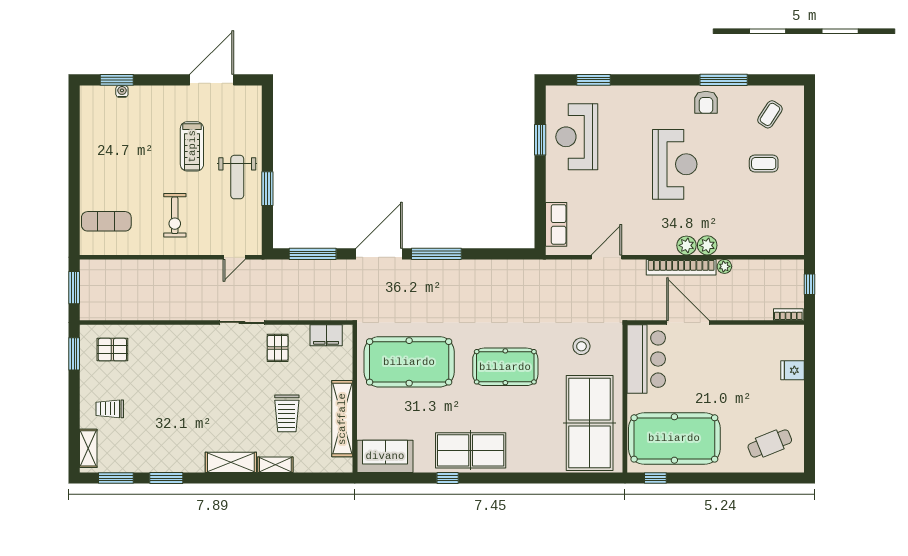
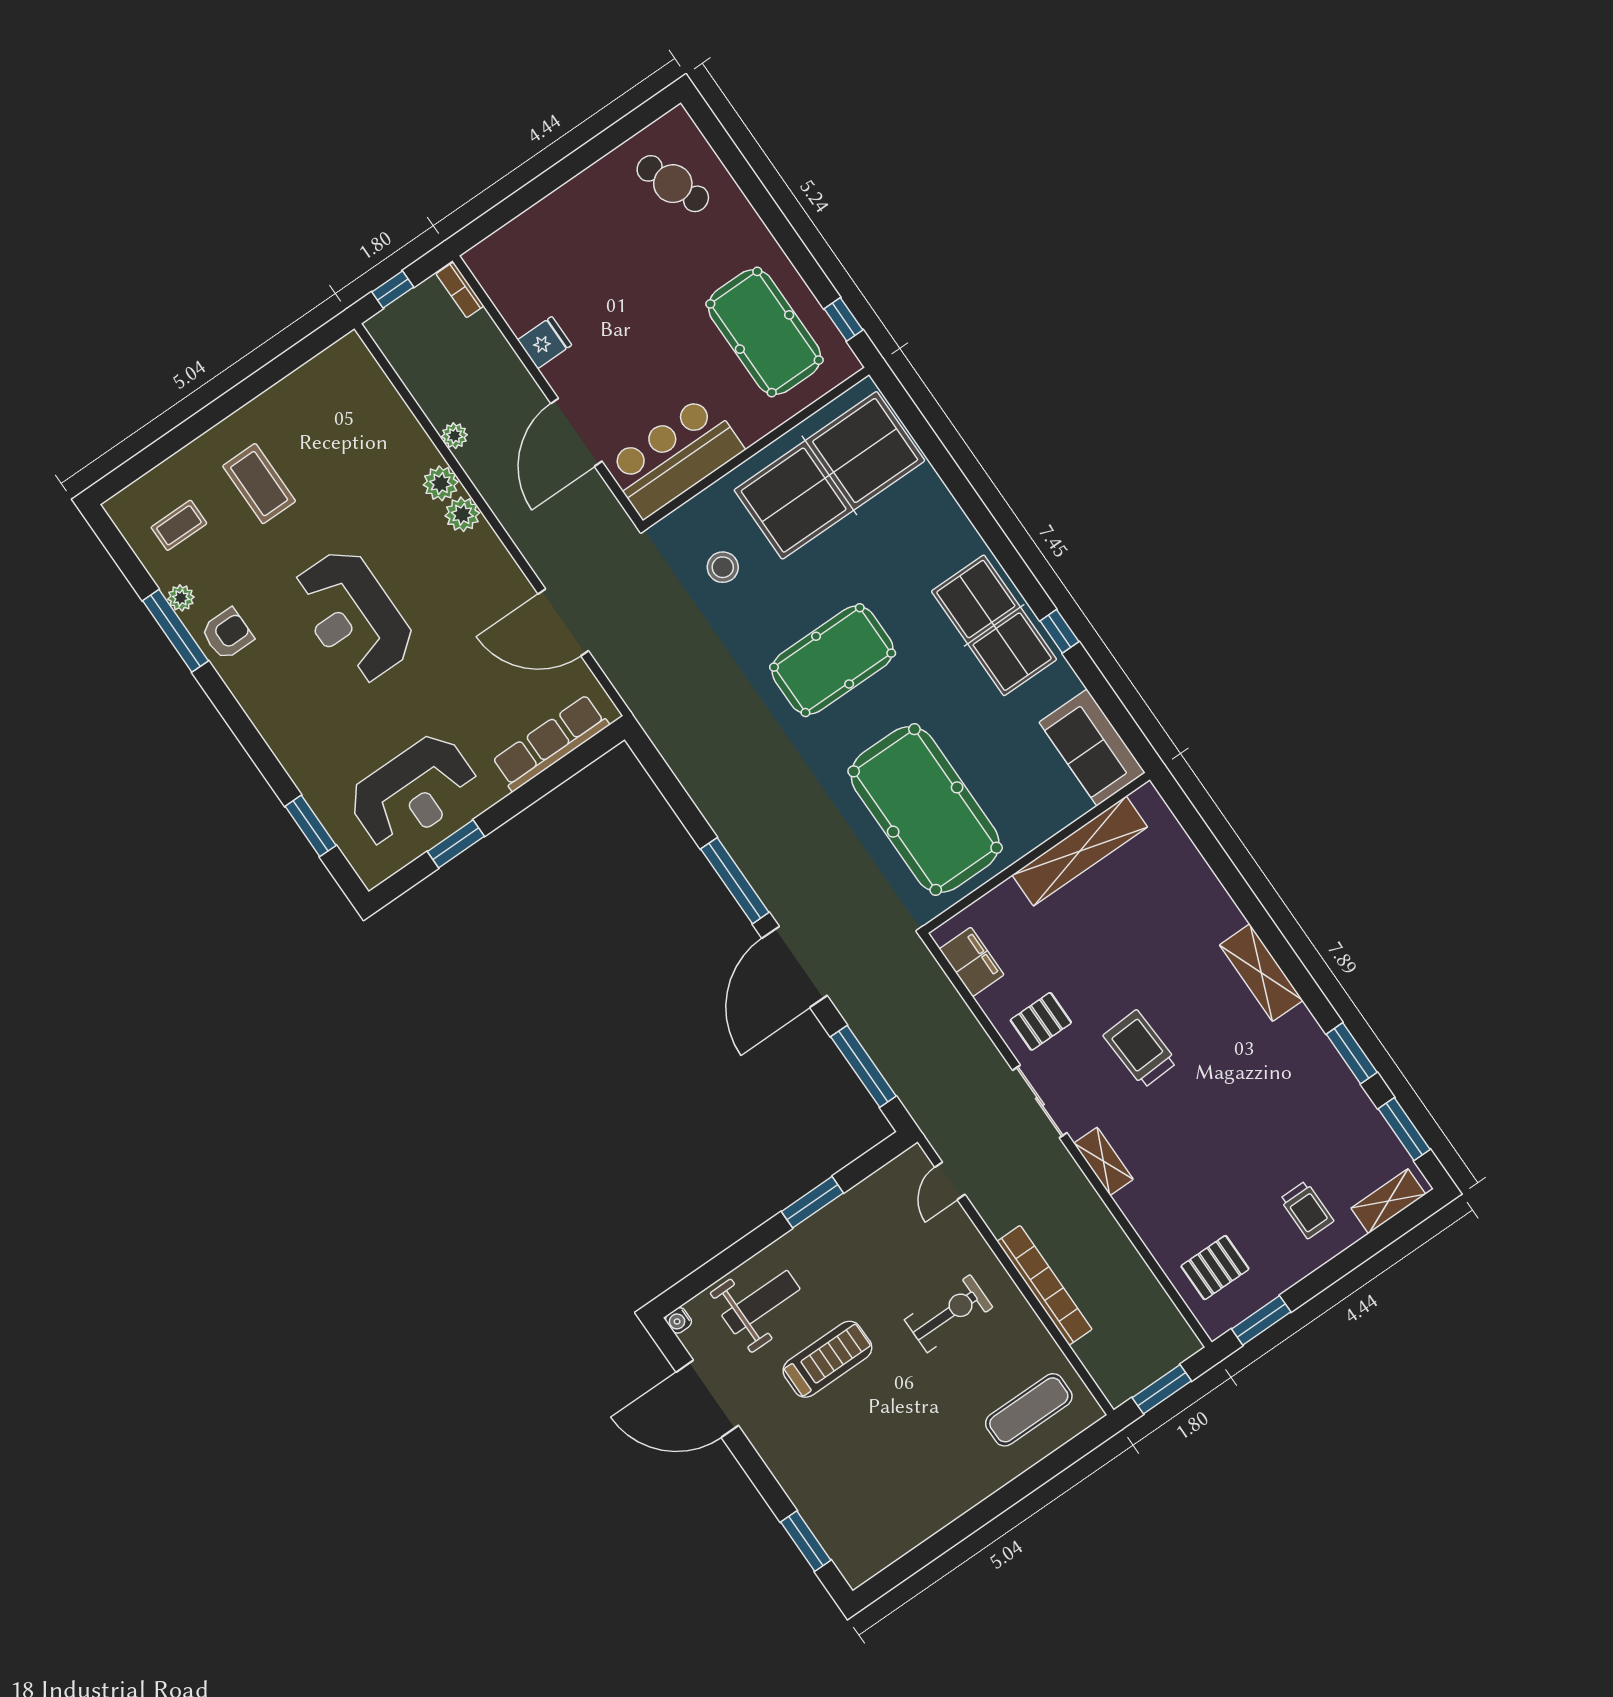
water cooler: (122, 91) -> (679, 1320), moved
plant: (737, 93) -> (181, 598), added
coffee table: (770, 114) -> (179, 525), turned -33
reception desk: (675, 164) -> (353, 616), turned -90
coffee table: (764, 164) -> (259, 484), width x1.36, depth x1.30
weight bench: (237, 177) -> (761, 1302), moved
exercise mat: (106, 221) -> (1029, 1410), turned 90
row of seats: (556, 224) -> (550, 743), width x1.48
door: (379, 254) -> (794, 967), hinge flipped
door: (234, 257) -> (950, 1181), swing flipped
door: (606, 257) -> (563, 622), width x1.36
bookcase: (681, 267) -> (1044, 1285), moved
pallet: (112, 350) -> (1215, 1268), turned 90
pool table: (505, 367) -> (833, 660), turned 90
fridge: (792, 370) -> (545, 342), moved, turned -90
trolley: (287, 413) -> (1140, 1049), moved, turned -93
pool table: (674, 438) -> (765, 332), width x0.73, depth x0.76
shelving: (275, 465) -> (1104, 1161), moved

